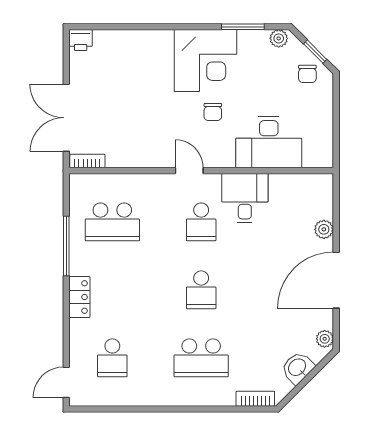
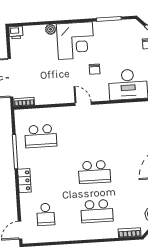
plant: (279, 38) -> (50, 29), moved
corner desk: (206, 61) -> (75, 41), moved
desk: (245, 198) -> (116, 118), removed
school desk: (201, 222) -> (92, 133), removed
school desk: (201, 290) -> (94, 172), width x1.85

